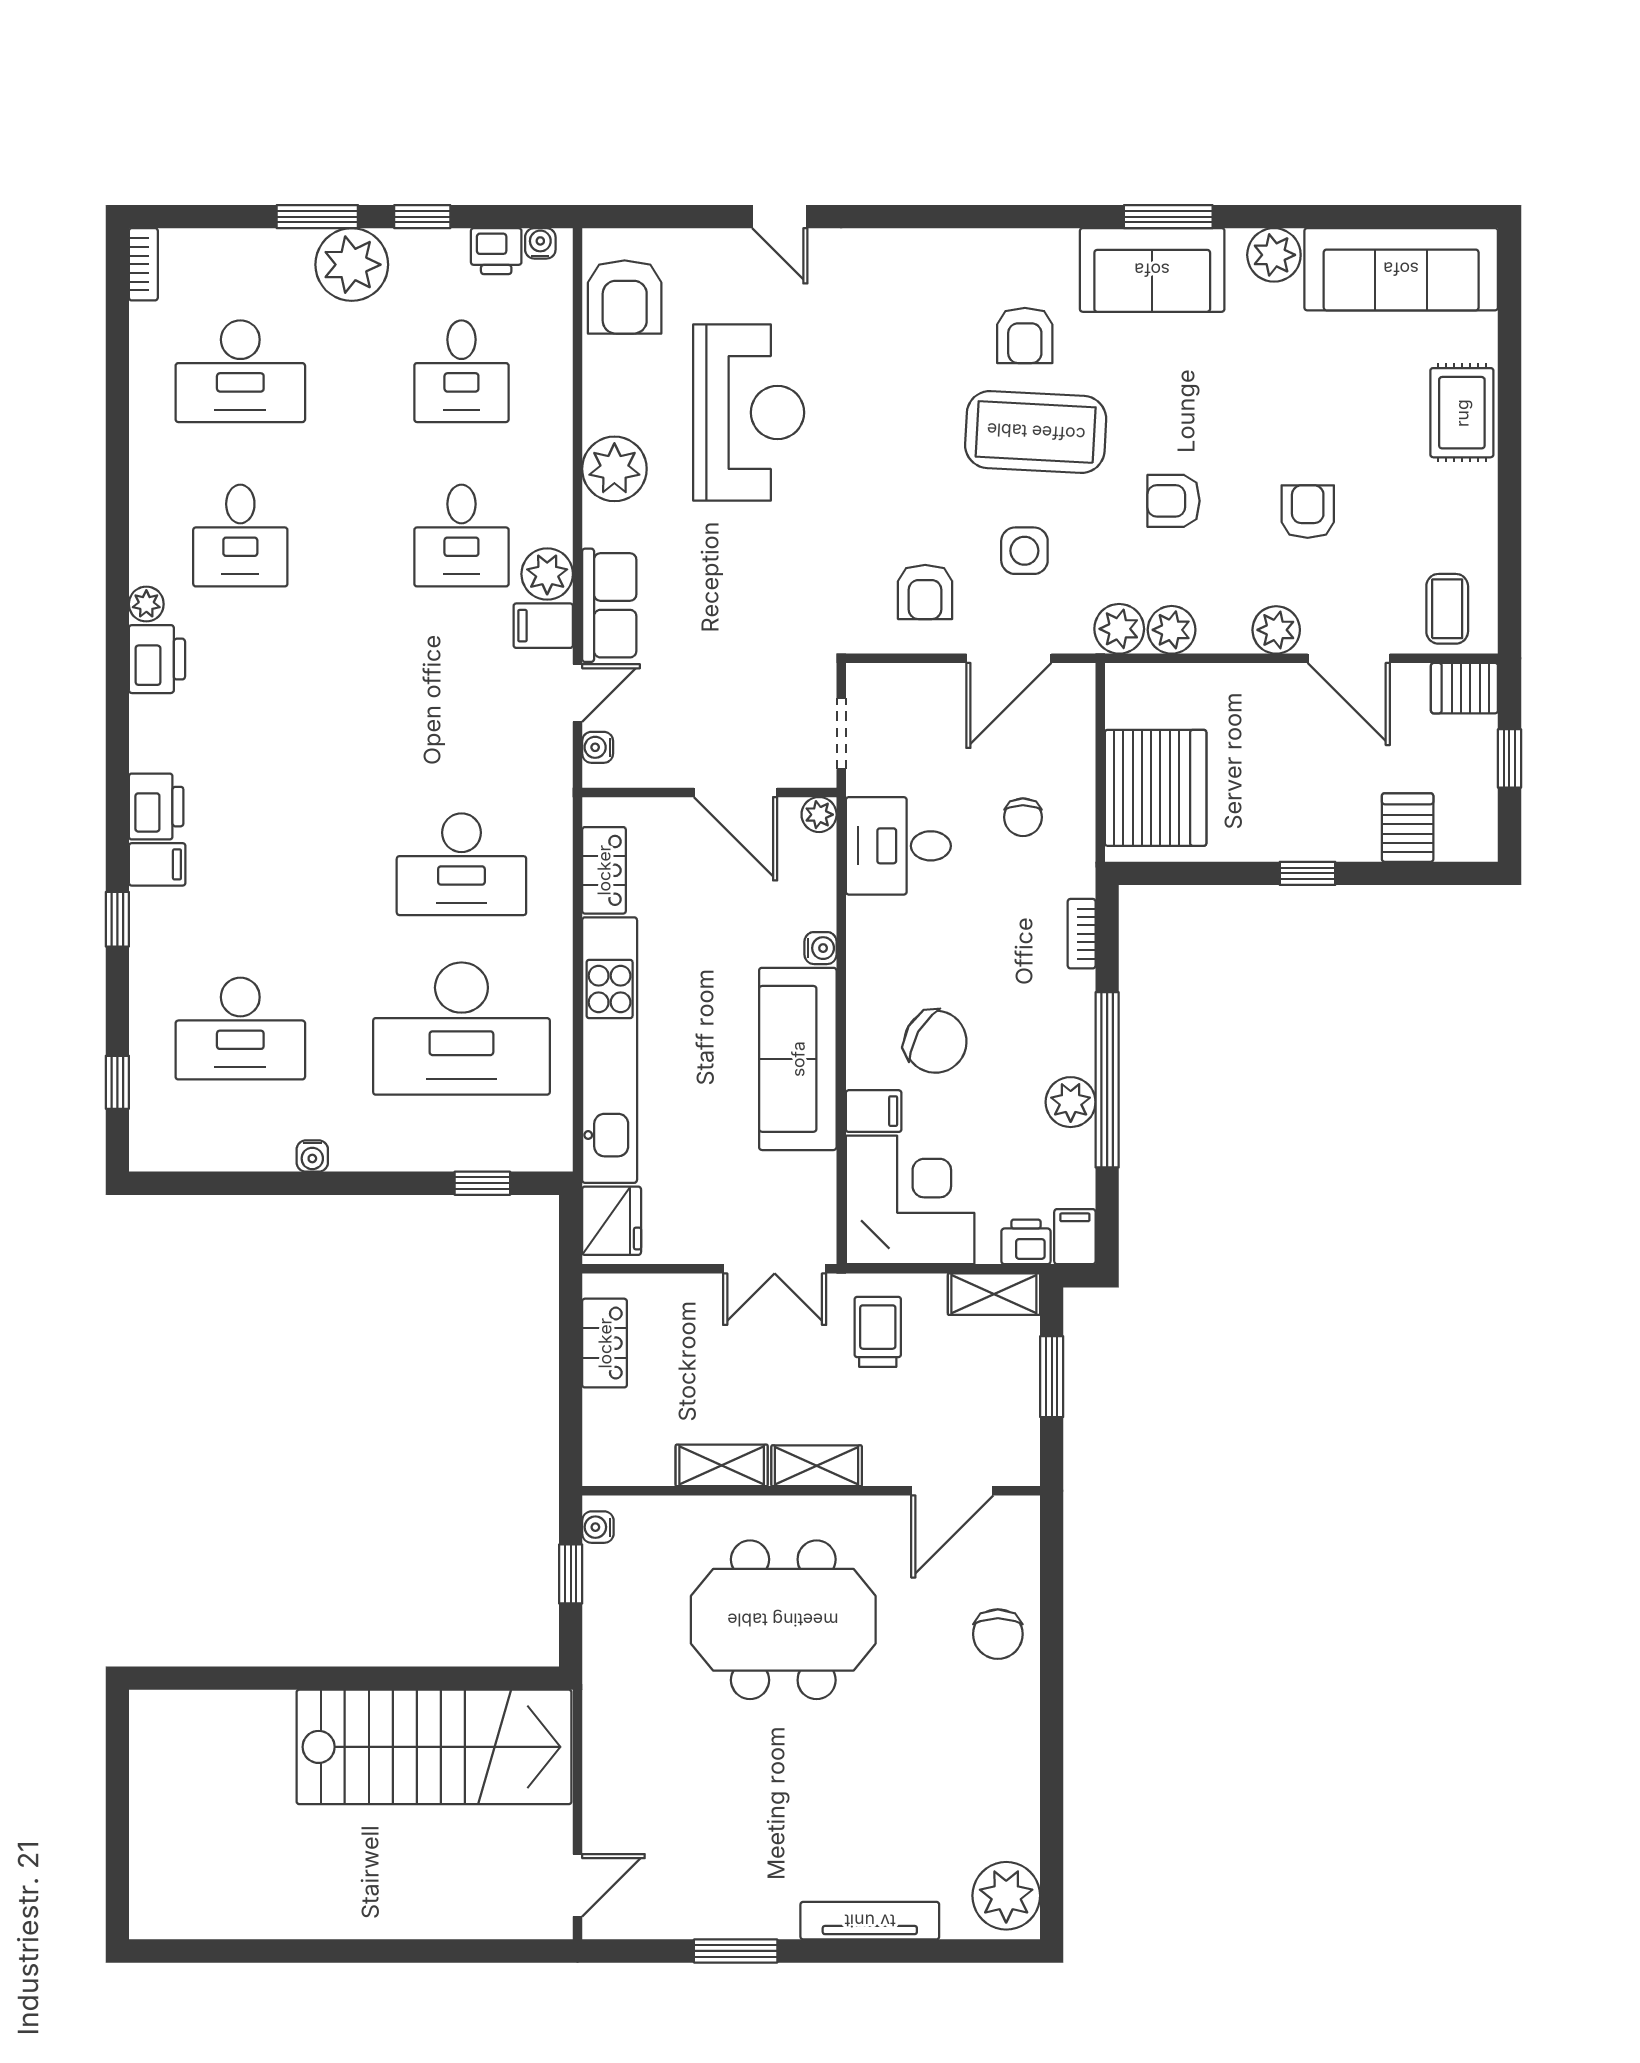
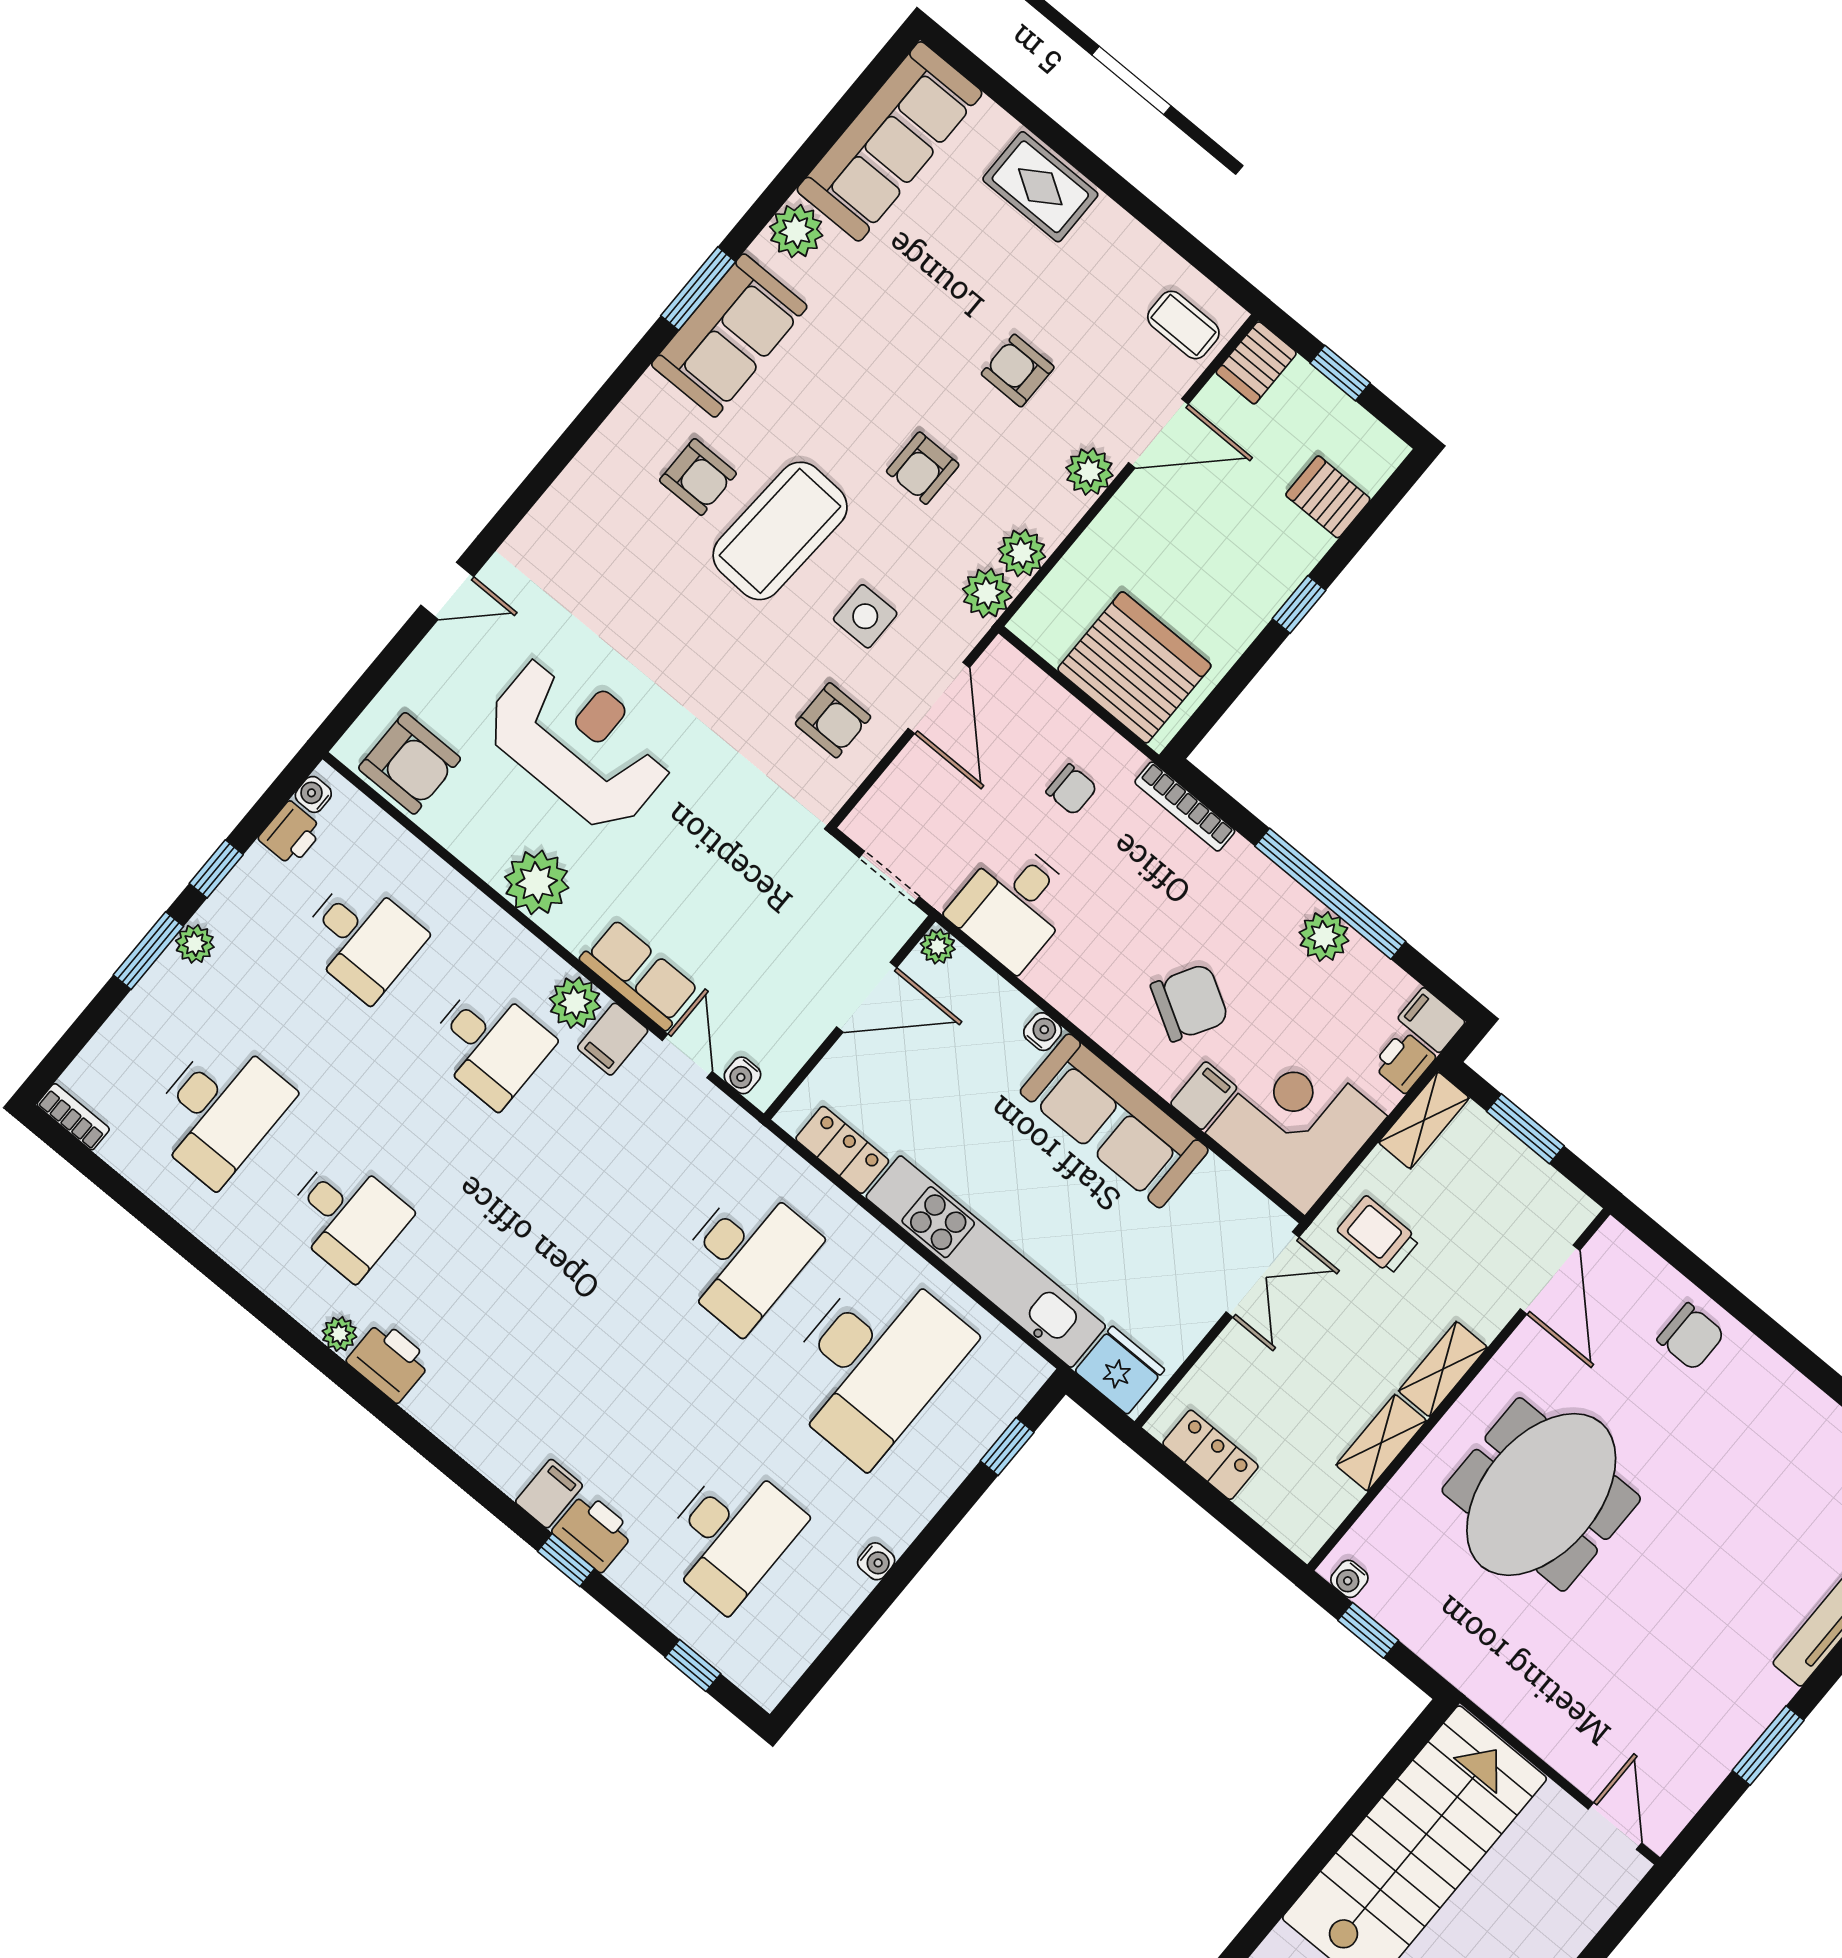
plant: (352, 265) -> (195, 944), width x0.53, depth x0.53
printer: (156, 807) -> (593, 1532), moved
bookcase: (1082, 934) -> (1185, 807), width x1.56

